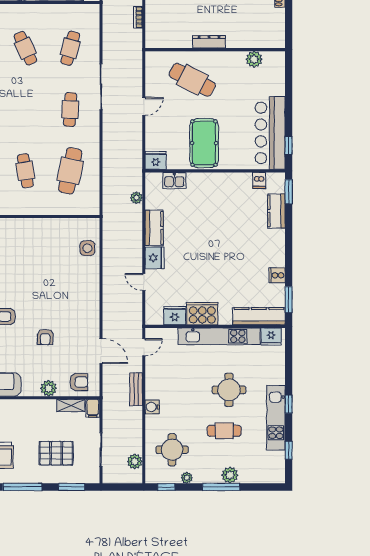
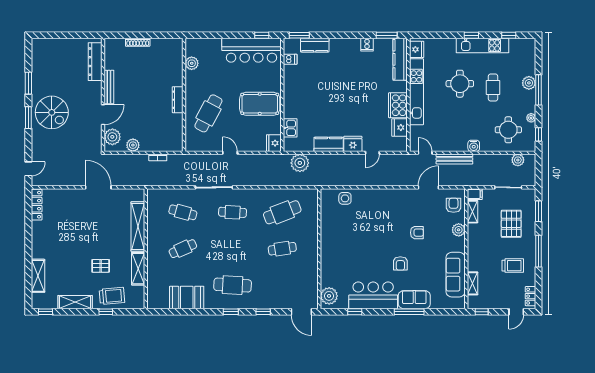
cafe table: (70, 171) -> (282, 212), turned -33
plant: (136, 198) -> (300, 163), width x1.87, depth x1.87
bench: (136, 389) -> (454, 159), width x1.36

